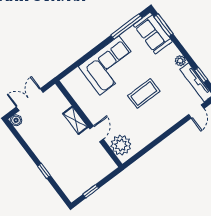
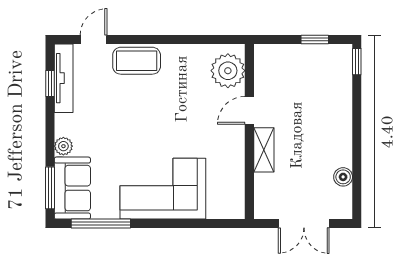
plant: (180, 61) -> (63, 146), moved
coffee table: (144, 93) -> (137, 61), moved
boiler: (16, 120) -> (343, 177), moved
window: (44, 171) -> (357, 62), moved

